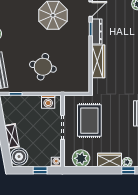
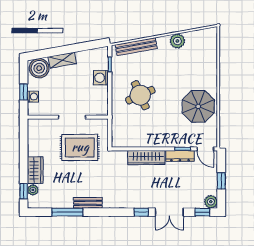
round table: (43, 67) -> (140, 95), turned -37
washing machine: (48, 102) -> (101, 78), moved
plant: (81, 158) -> (37, 138), removed
washing machine: (56, 162) -> (33, 97), moved

